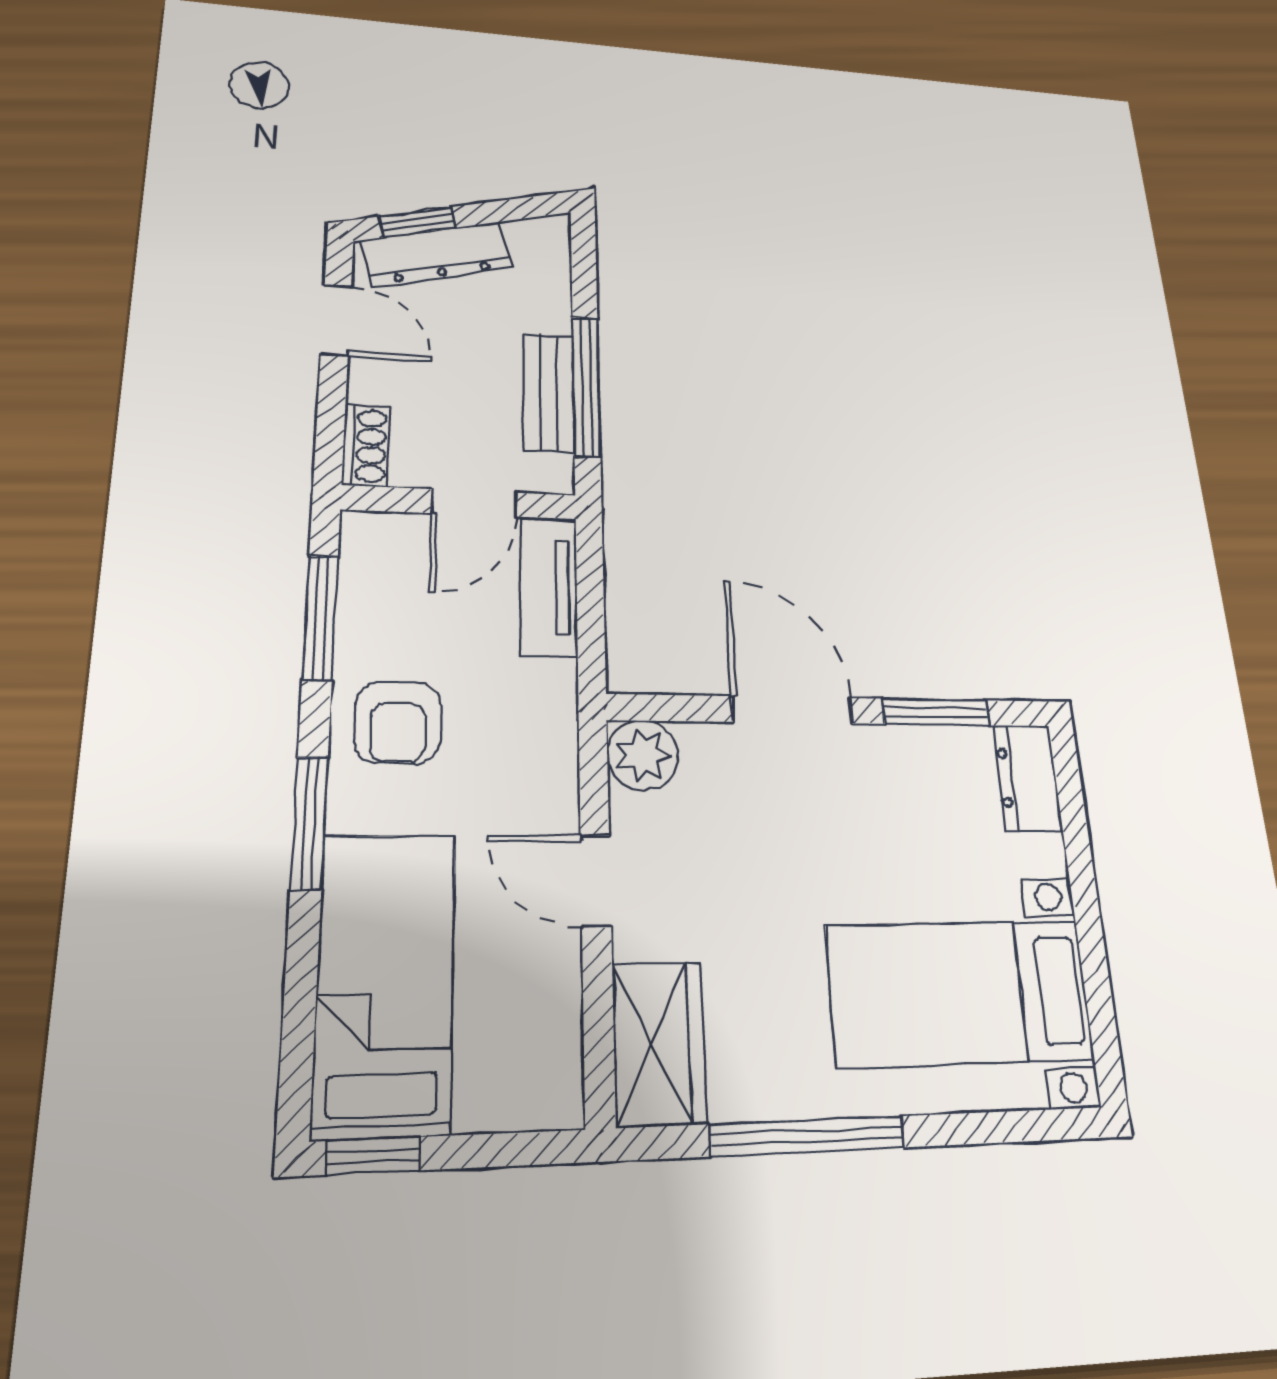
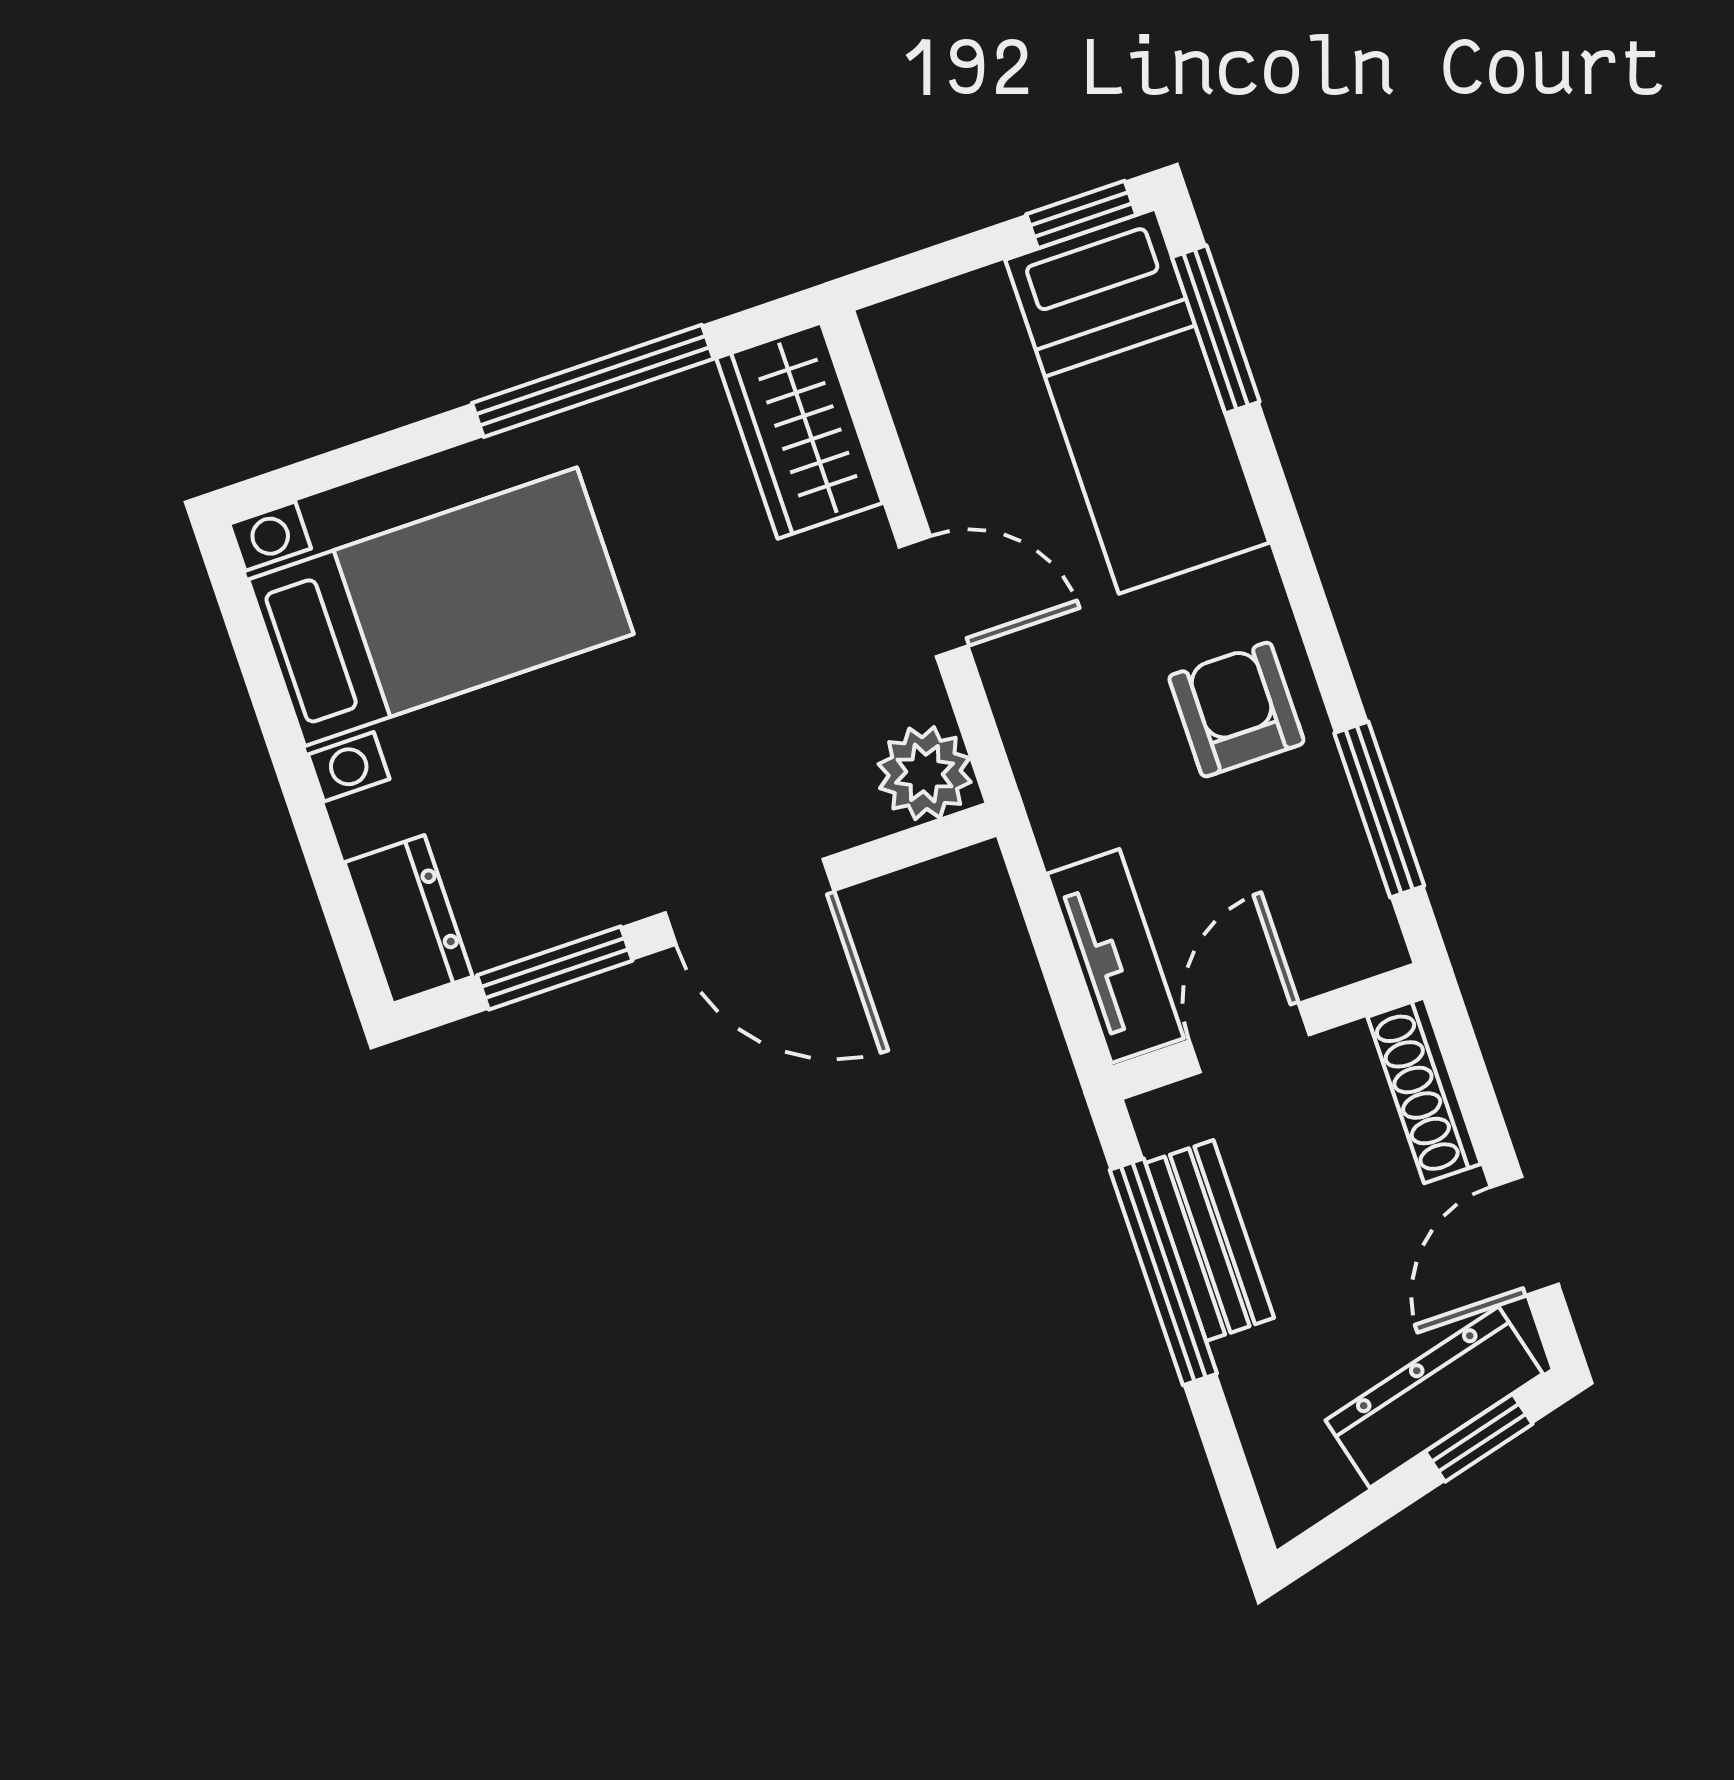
door: (336, 320) -> (1524, 1236), hinge flipped
shoe rack: (366, 446) -> (1424, 1090), width x1.43
window: (309, 823) -> (1216, 329), moved

